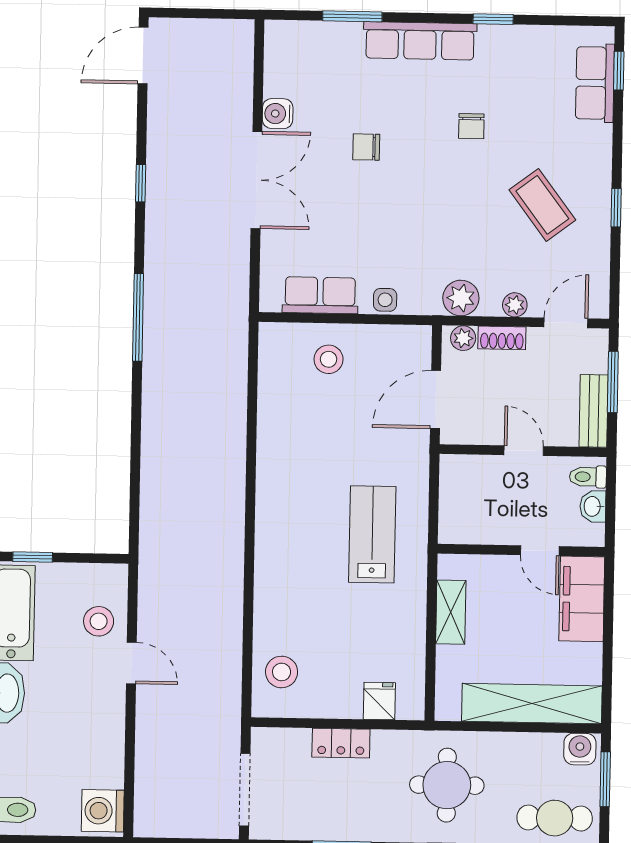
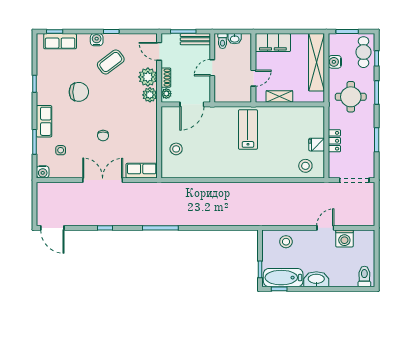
row of seats: (420, 41) -> (44, 121), width x0.68
water cooler: (278, 114) -> (43, 172), moved
chair: (471, 126) -> (79, 92), width x1.87, depth x1.87
chair: (366, 147) -> (103, 136), moved
water cooler: (597, 172) -> (97, 40), added
row of seats: (320, 295) -> (142, 171), moved, turned 90
side table: (385, 300) -> (61, 150), moved
plant: (515, 305) -> (148, 77), width x1.88, depth x1.88
door: (436, 400) -> (192, 104), hinge flipped
lab bench: (372, 534) -> (248, 129), turned 90
door: (540, 551) -> (253, 78), moved
door: (131, 663) -> (325, 228), moved
fridge: (379, 701) -> (317, 145), moved
water cooler: (580, 749) -> (335, 62), moved
washing machine: (103, 811) -> (344, 238), moved

